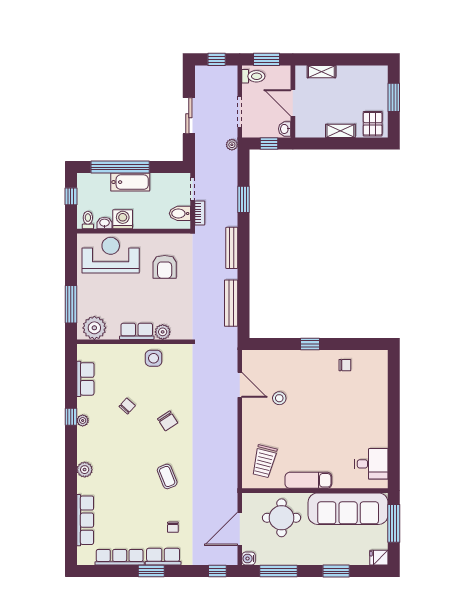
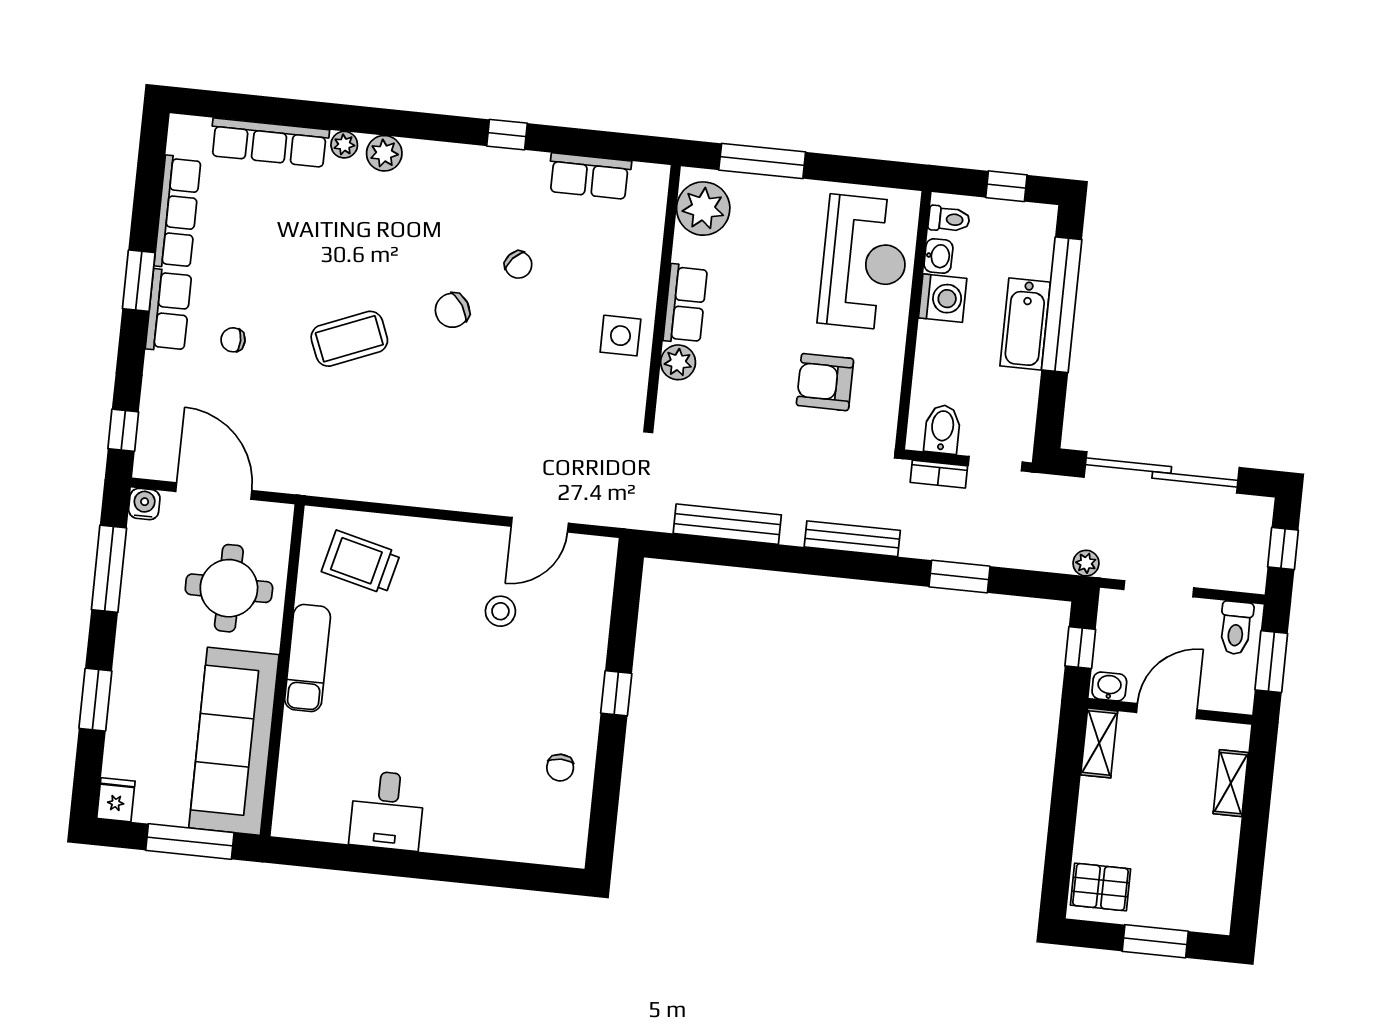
sliding door: (189, 116) -> (1162, 472), width x1.86
shelving: (340, 131) -> (1099, 743), moved
plant: (83, 421) -> (344, 145), moved
chair: (168, 421) -> (452, 310), moved
desk: (371, 464) -> (387, 810), moved
coffee table: (167, 476) -> (349, 339), width x1.36, depth x1.30

